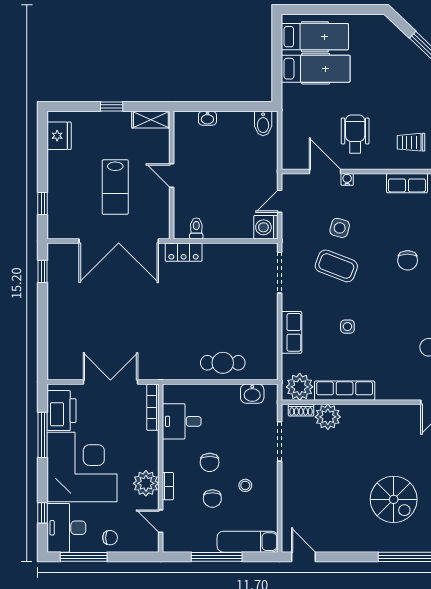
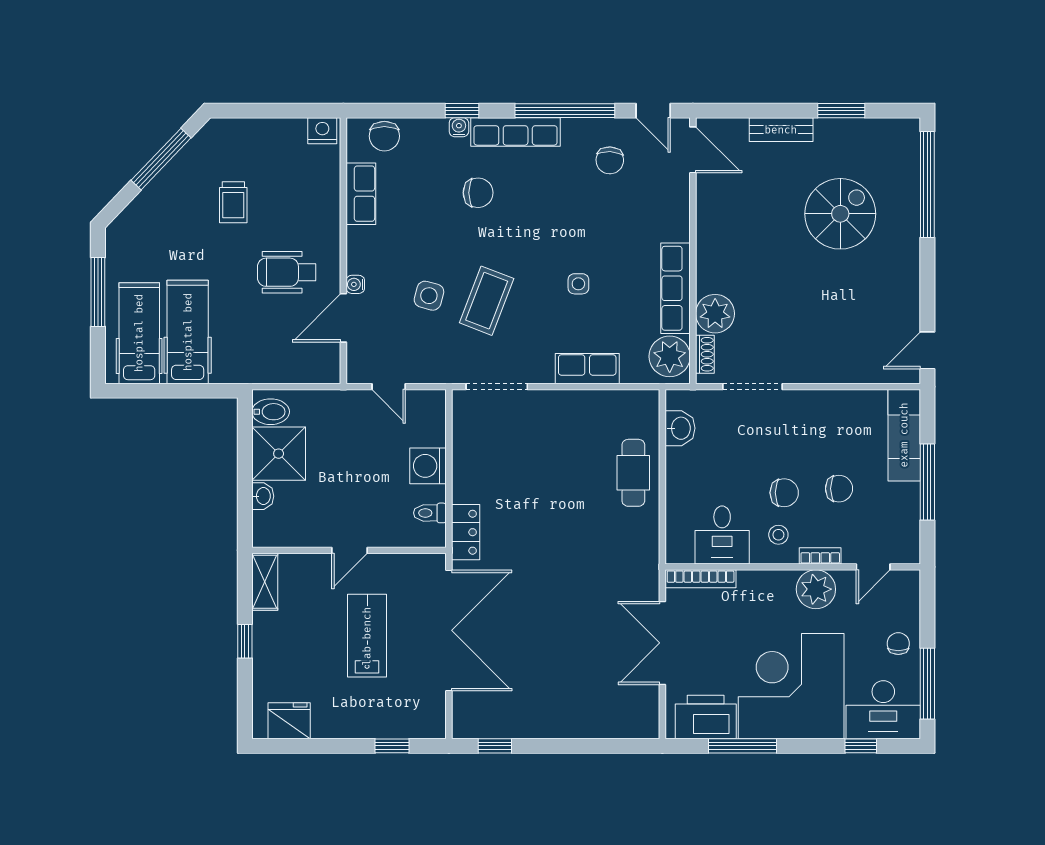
window: (342, 9) -> (98, 292), added
shower: (235, 129) -> (279, 454), added
trolley: (411, 142) -> (233, 202), moved
lab bench: (115, 187) -> (367, 636), turned -90
washing machine: (266, 227) -> (428, 466), moved, turned 90
stool: (245, 485) -> (778, 535), moved

